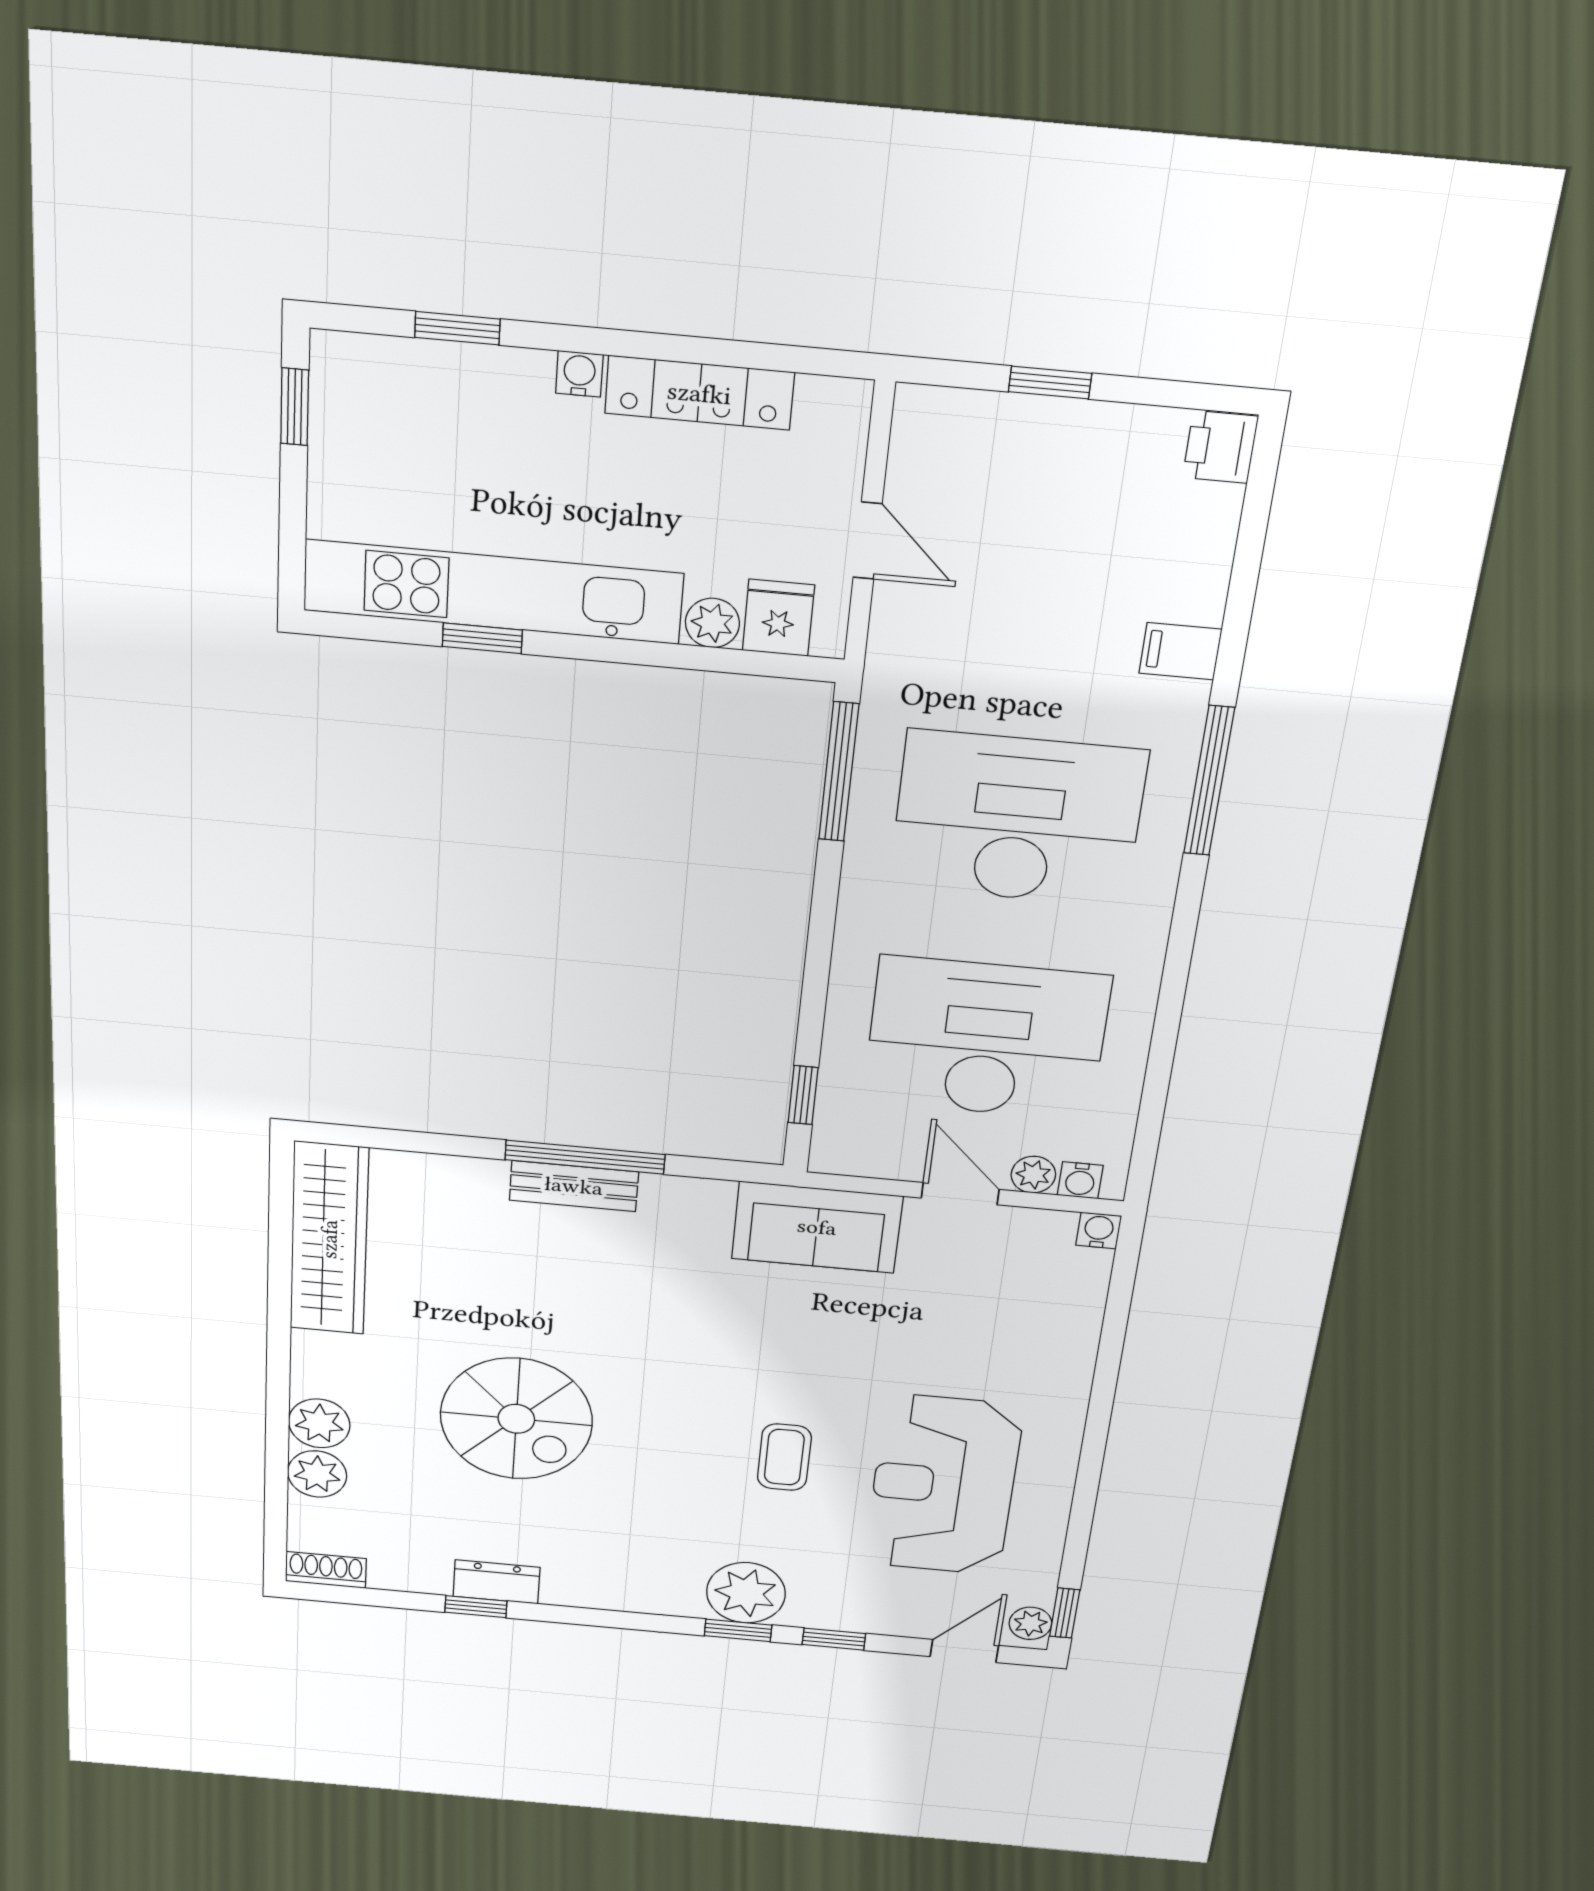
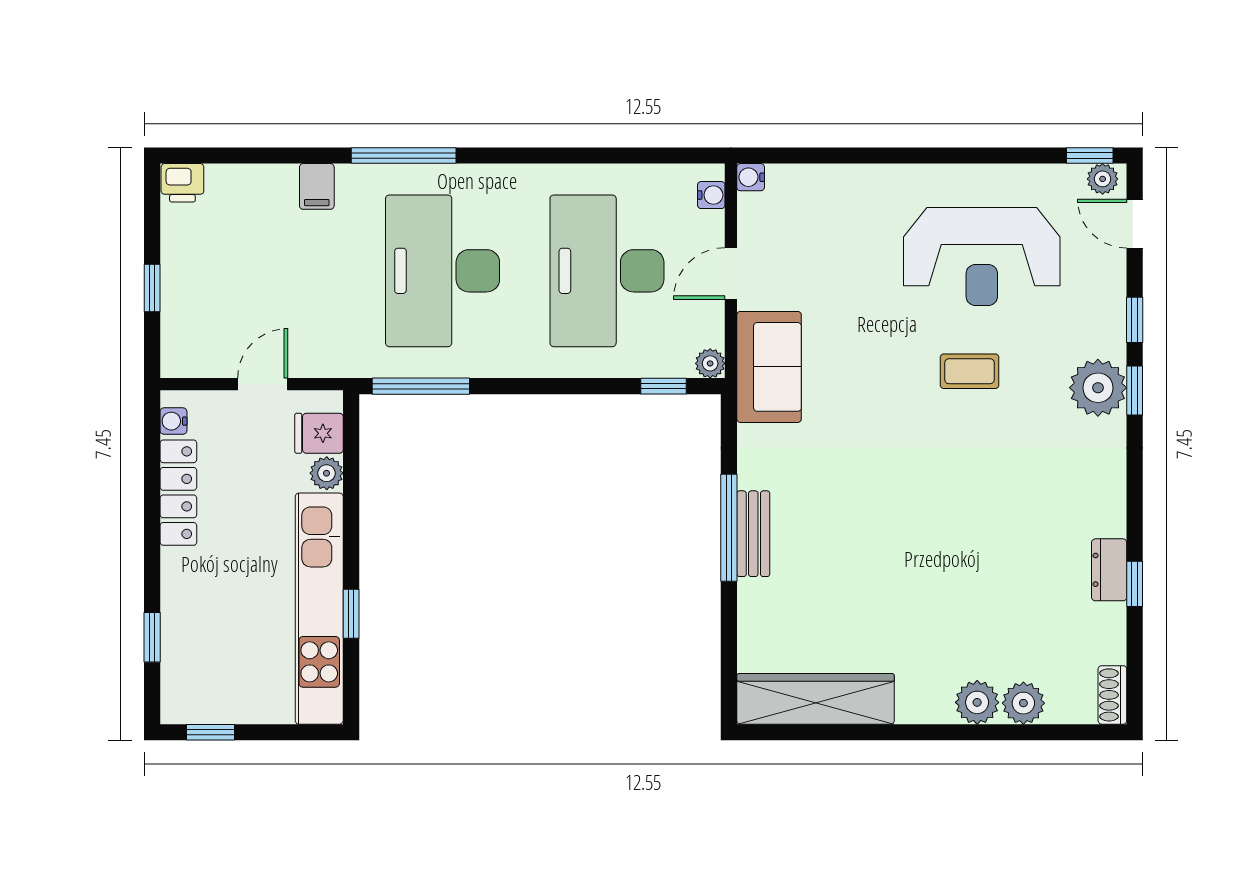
water cooler: (579, 374) -> (173, 421), moved
plant: (1033, 1175) -> (710, 363), moved
spiral stairs: (516, 1419) -> (957, 563), removed

